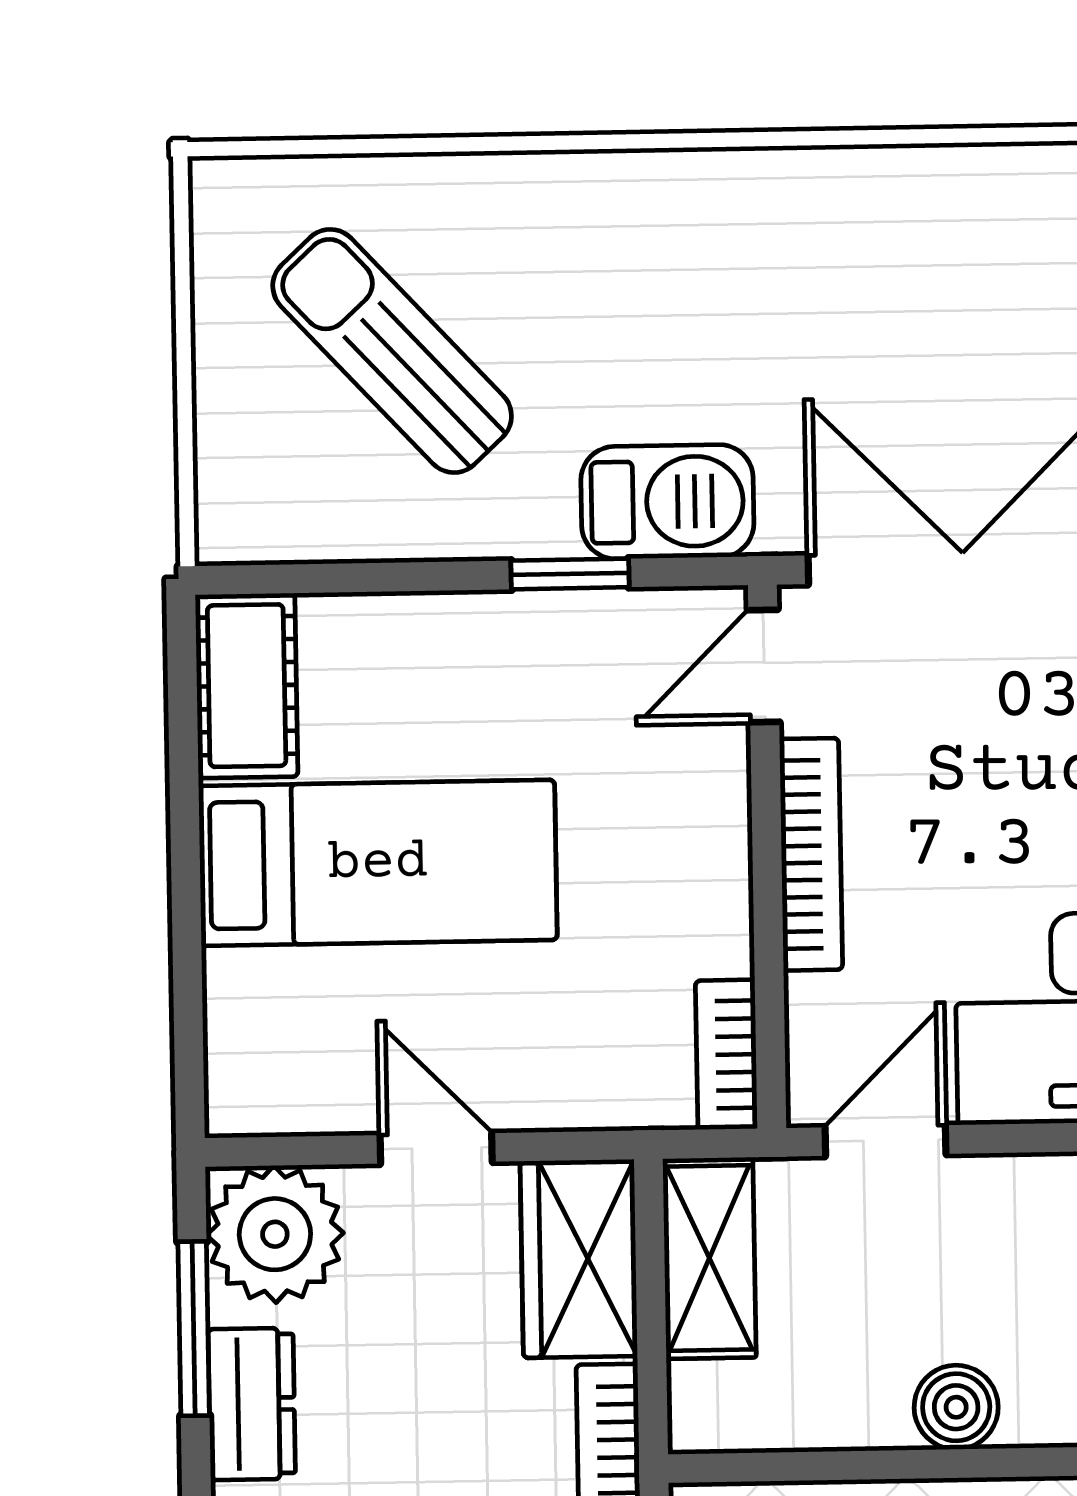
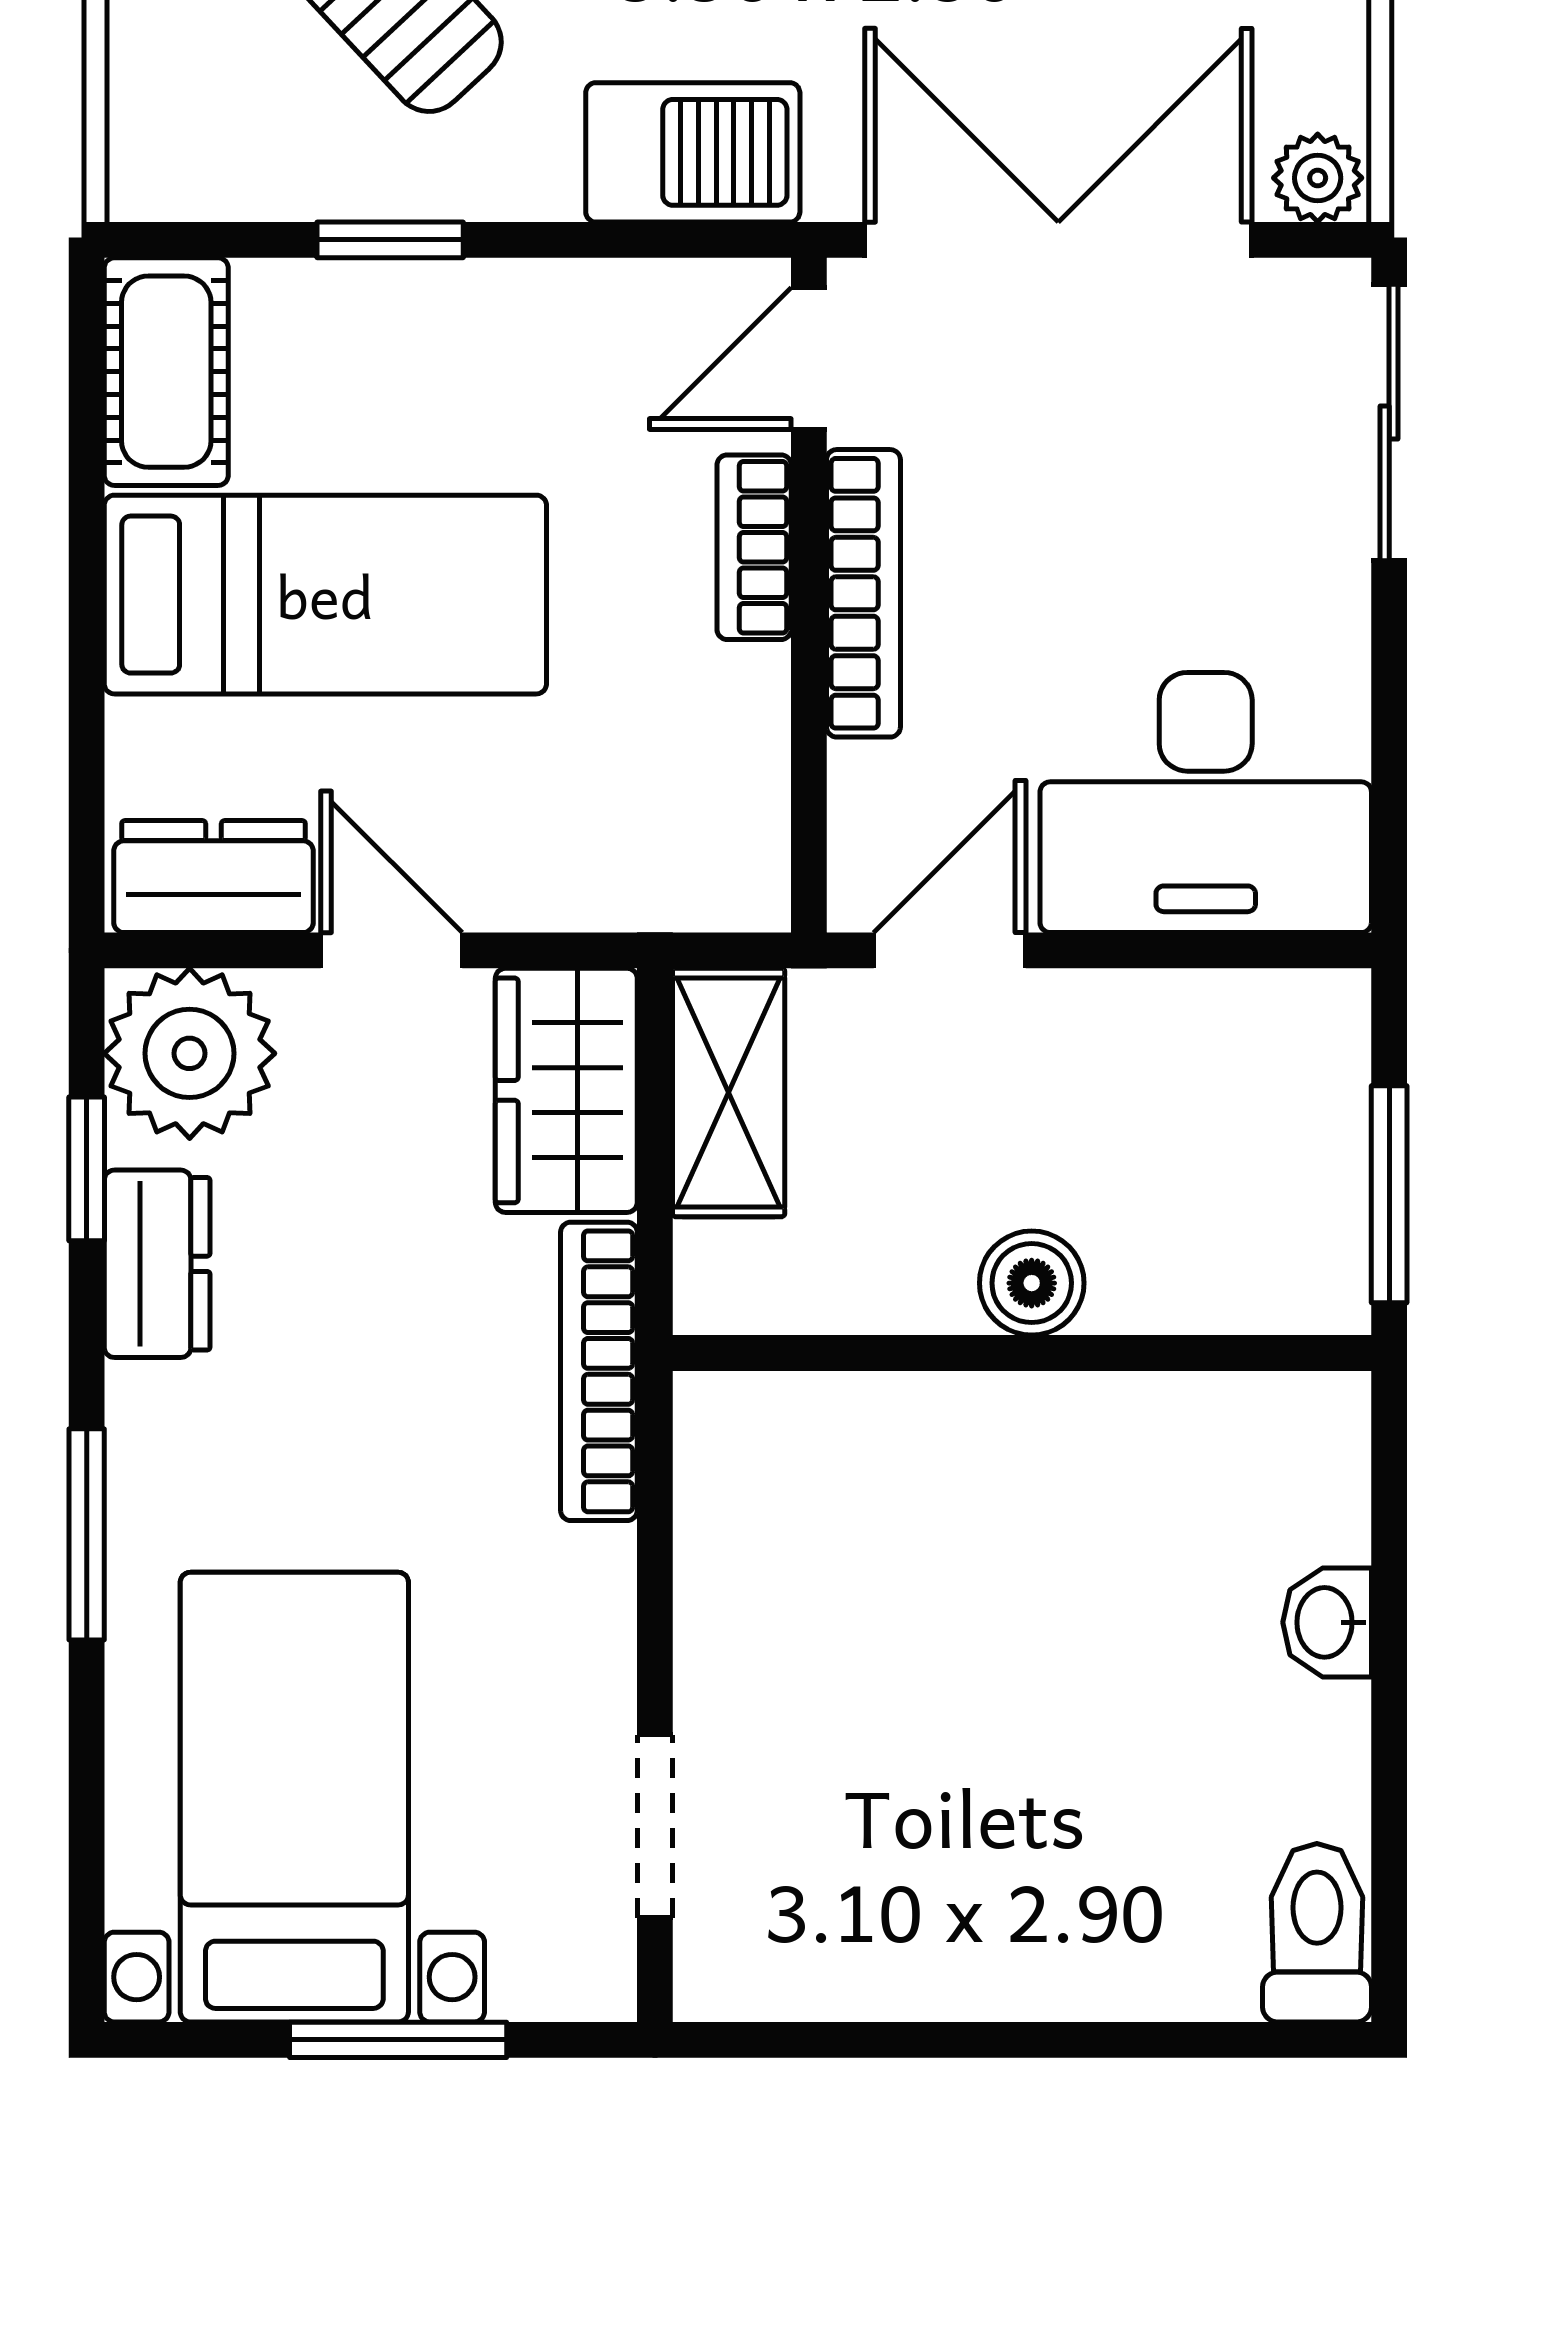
window: (570, 574) -> (390, 240), moved
bookcase: (726, 1055) -> (754, 547), moved
dresser: (292, 1091) -> (214, 877), added
window: (194, 1329) -> (87, 1169), width x0.67

